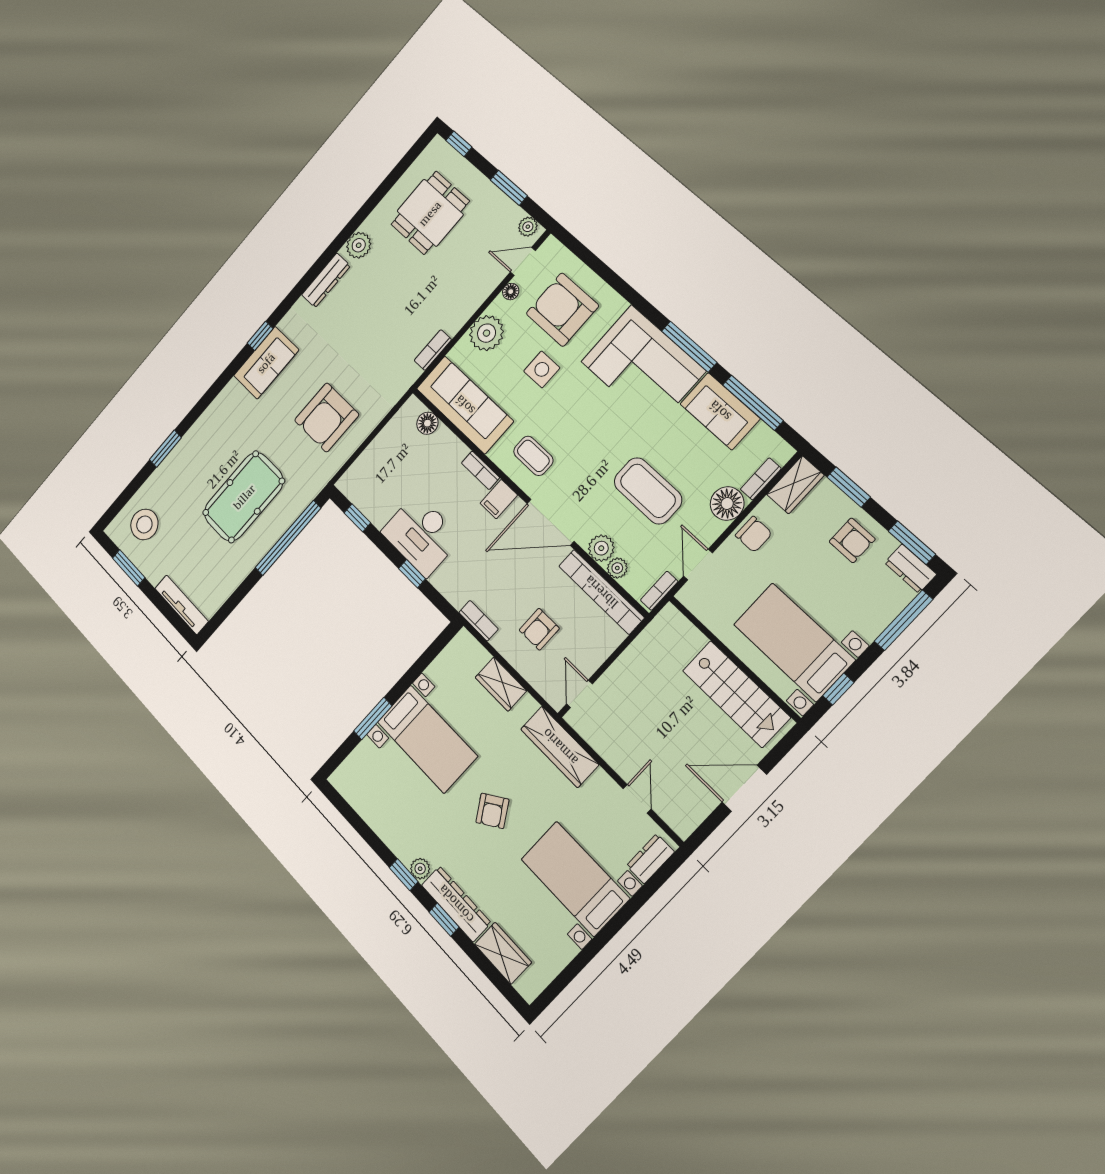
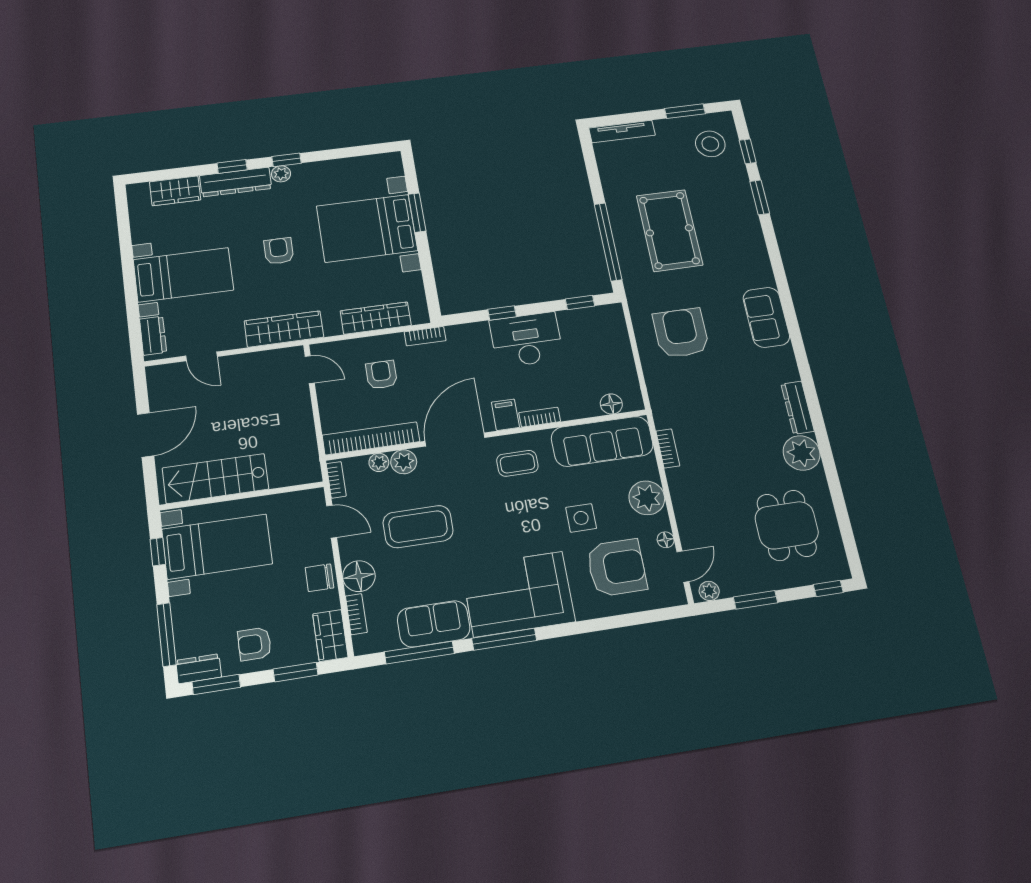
plant: (359, 245) -> (802, 453), width x1.36, depth x1.36
window: (260, 336) -> (748, 151), moved
wardrobe: (501, 684) -> (376, 318), width x1.50
bed with nightstands: (427, 739) -> (367, 228), width x1.36
armchair: (492, 811) -> (279, 251), turned 33

